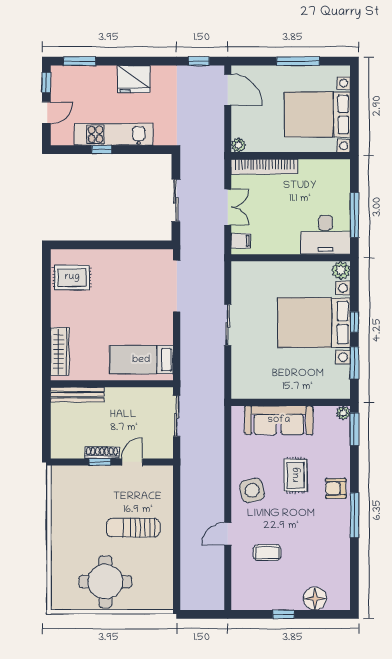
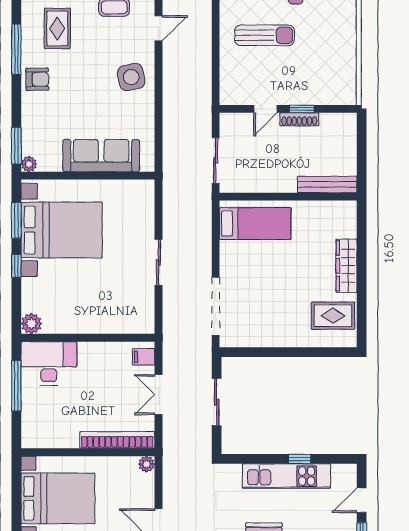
bed with nightstands: (314, 323) -> (62, 230), moved
wardrobe: (60, 351) -> (346, 266), moved
rug: (296, 475) -> (57, 28), moved

